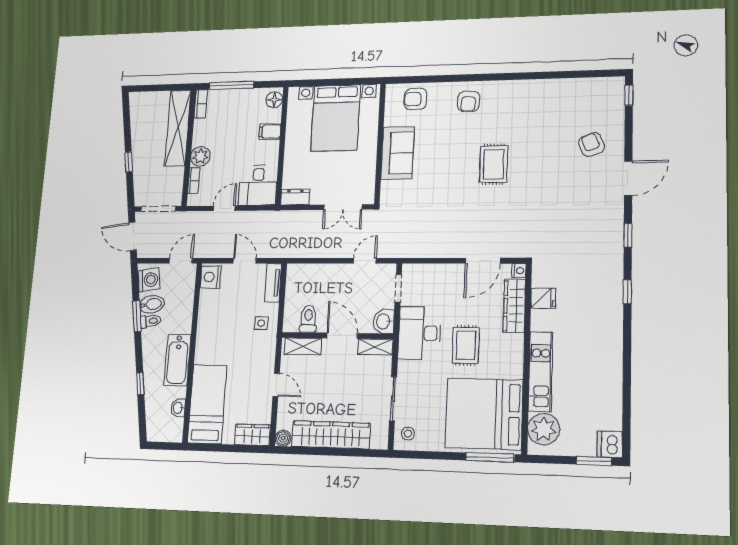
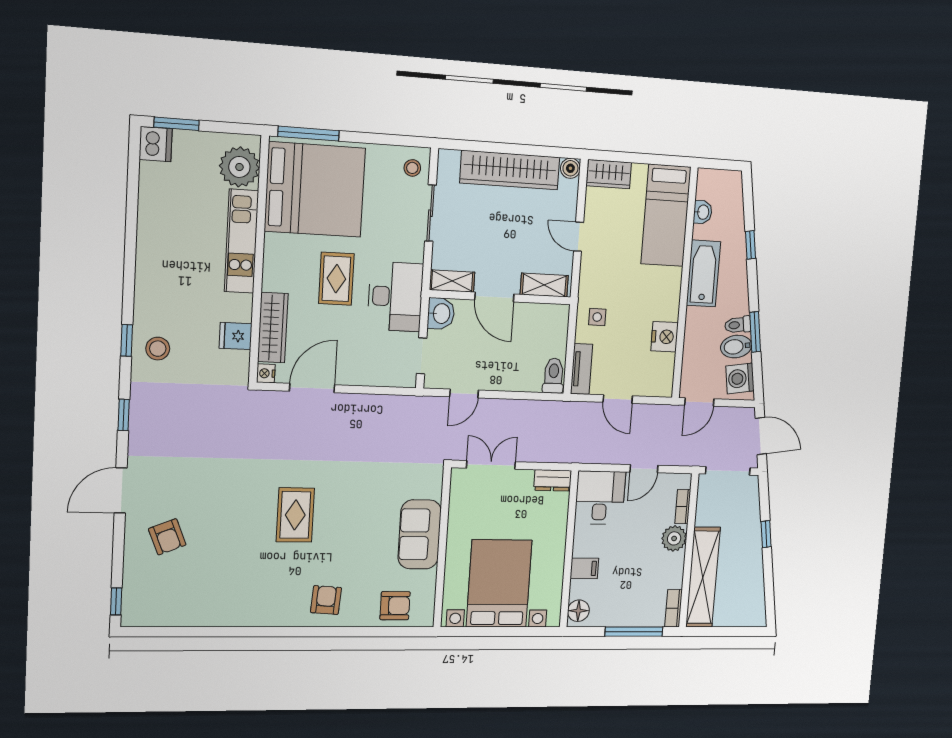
nightstand: (211, 277) -> (665, 337), moved
stool: (603, 287) -> (158, 349), added
toilet: (308, 319) -> (554, 376), moved, turned 180

